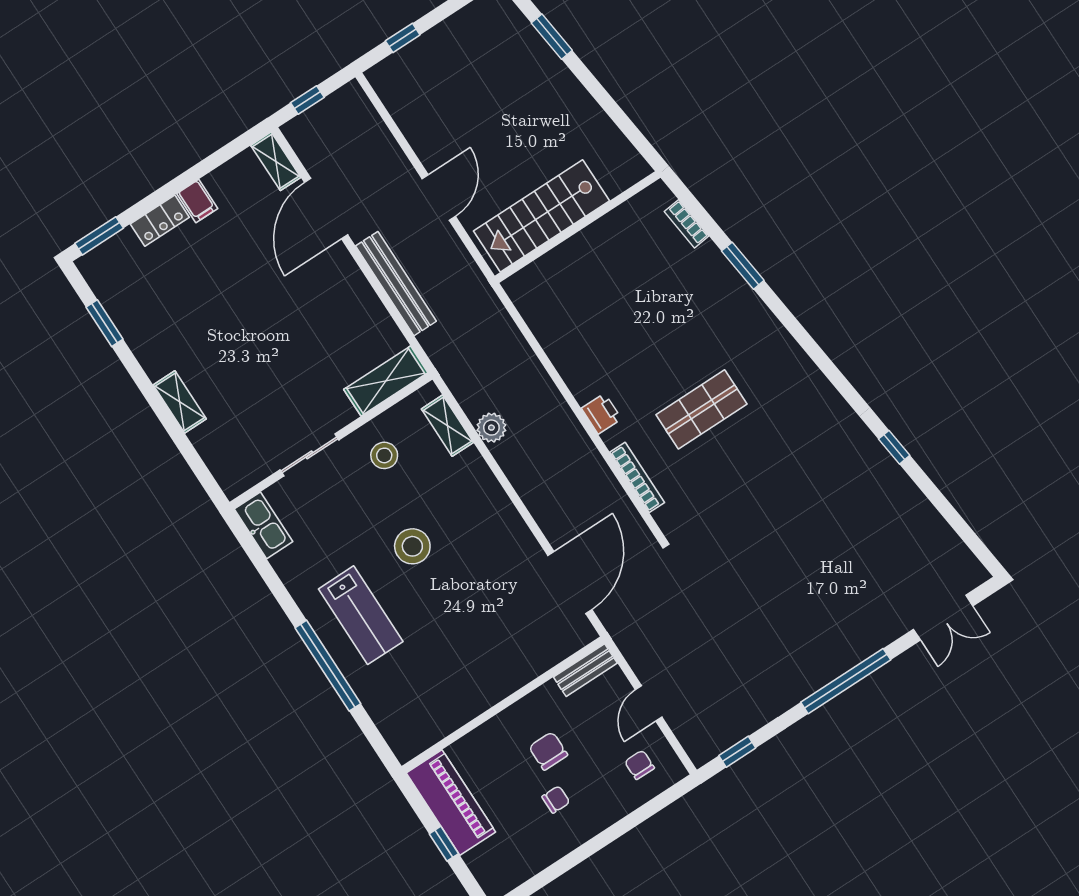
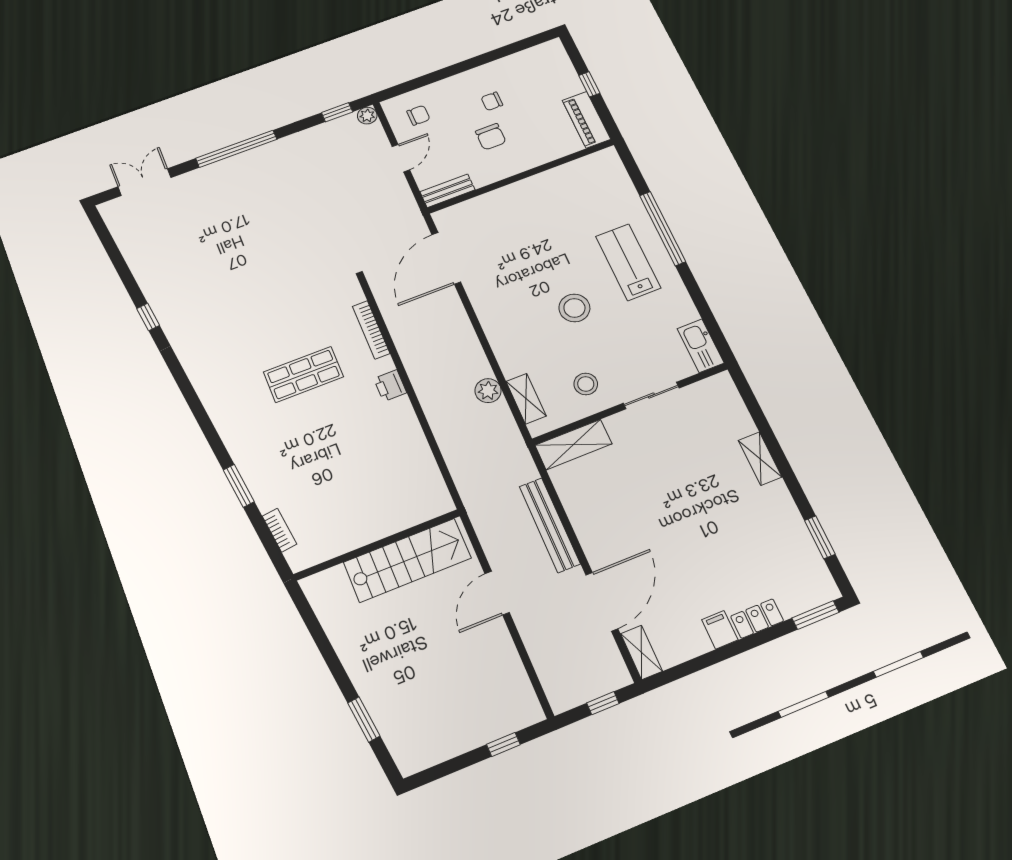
plant: (700, 754) -> (367, 116), added
chair: (640, 765) -> (418, 115), turned -90
piano: (451, 803) -> (586, 120), width x0.73, depth x0.75

